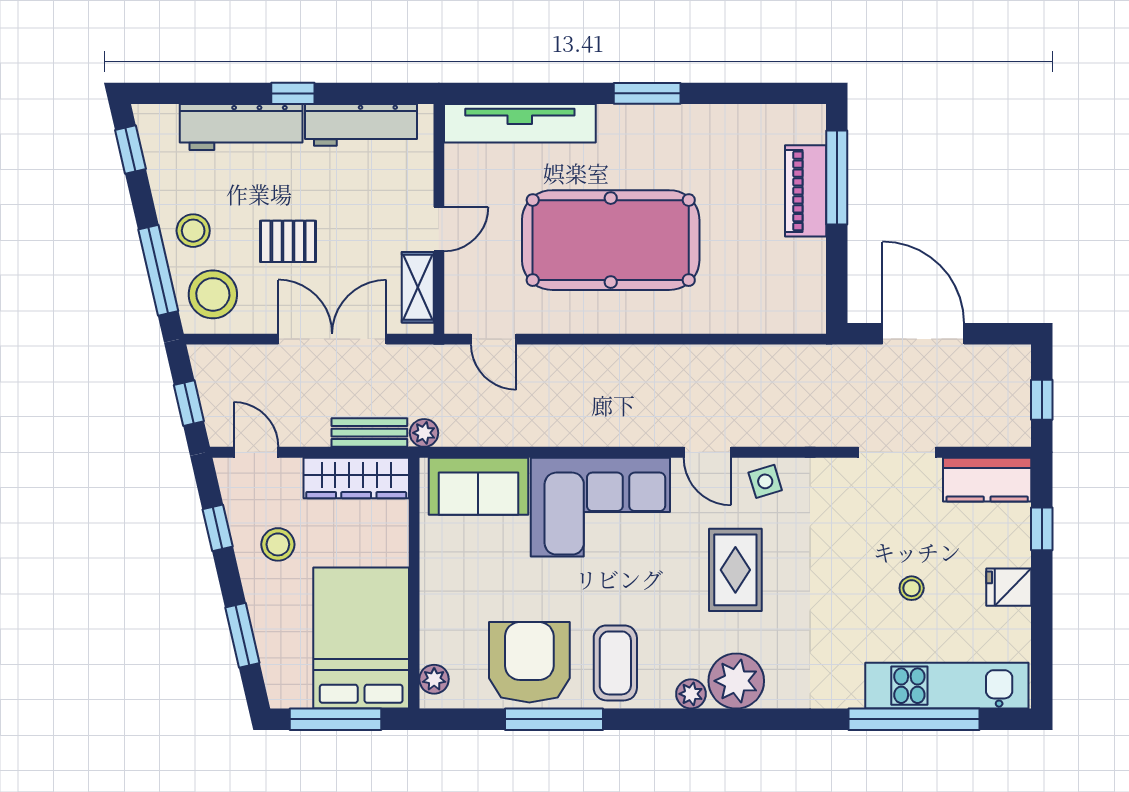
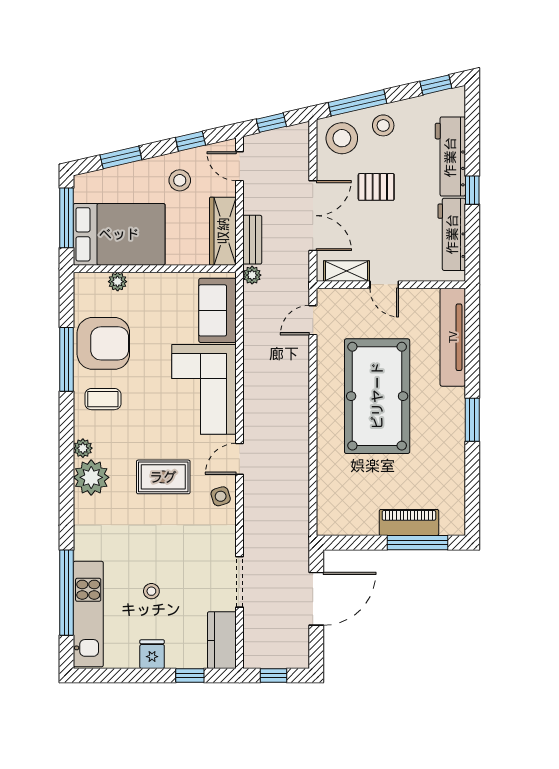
pallet: (288, 241) -> (376, 187), turned 90
door: (256, 452) -> (239, 166), swing flipped
coffee table: (615, 663) -> (103, 399), width x0.73, depth x0.77
plant: (434, 679) -> (118, 282), moved

